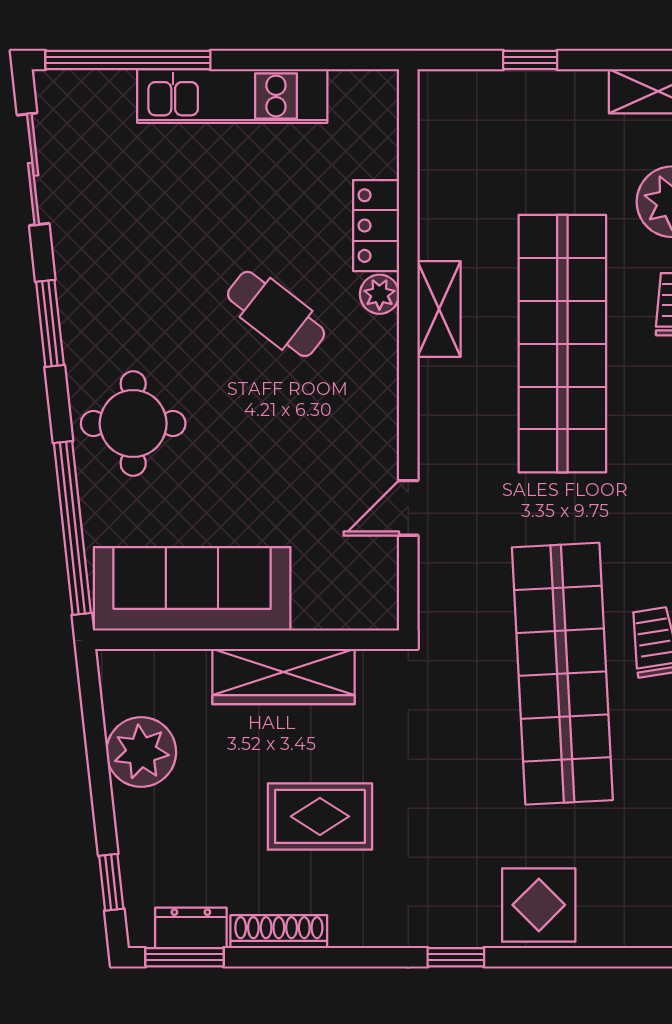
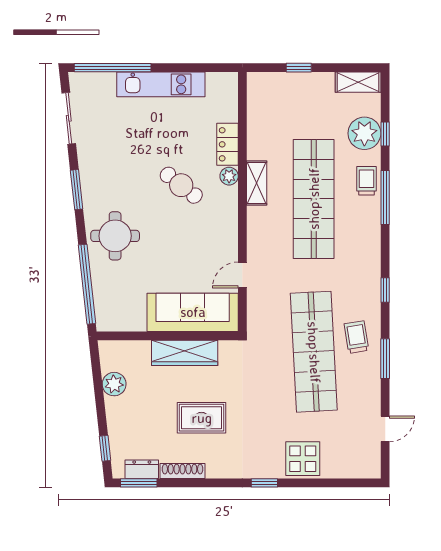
sofa: (192, 589) -> (193, 312), moved
plant: (141, 752) -> (114, 384), width x0.73, depth x0.73

